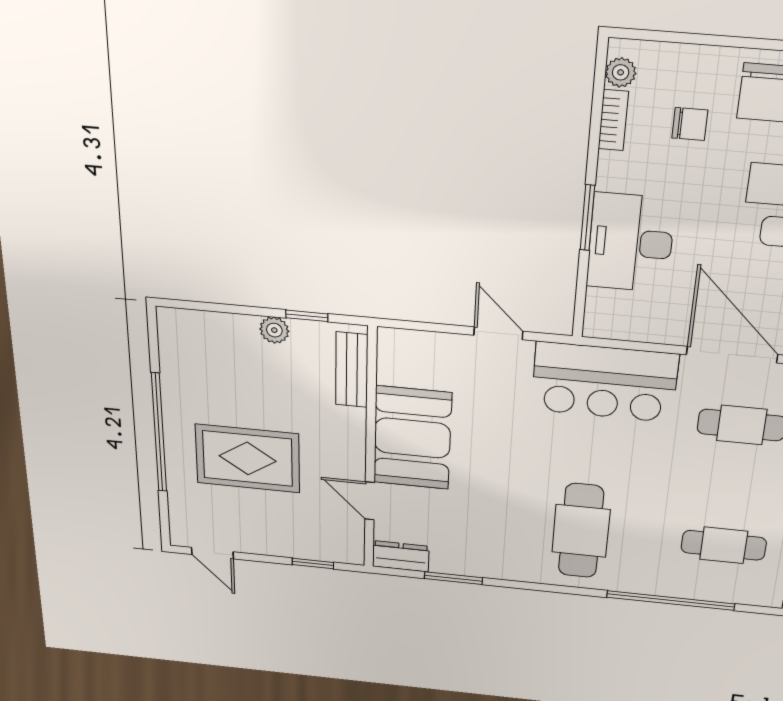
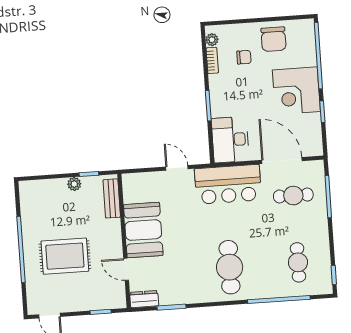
desk: (631, 243) -> (230, 140), moved
cafe table: (724, 545) -> (298, 262), turned 90

